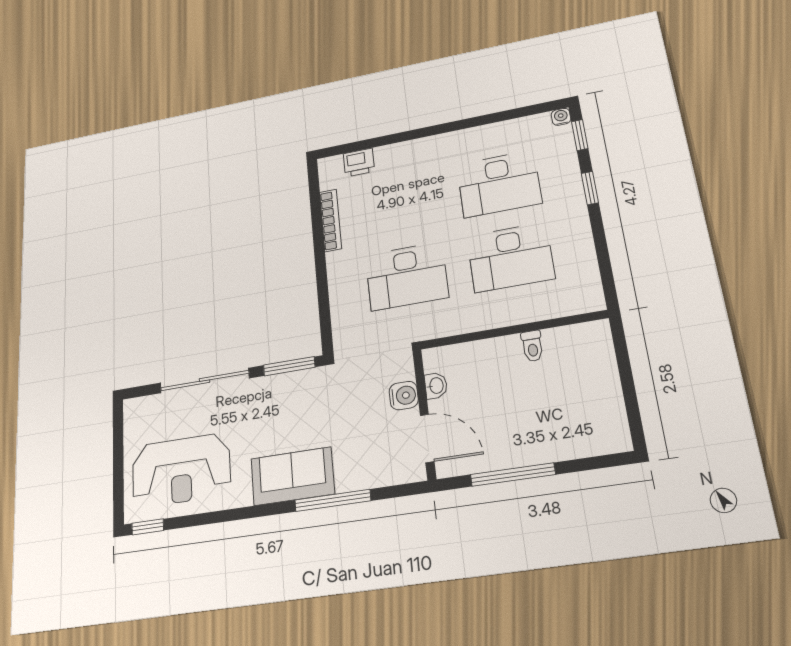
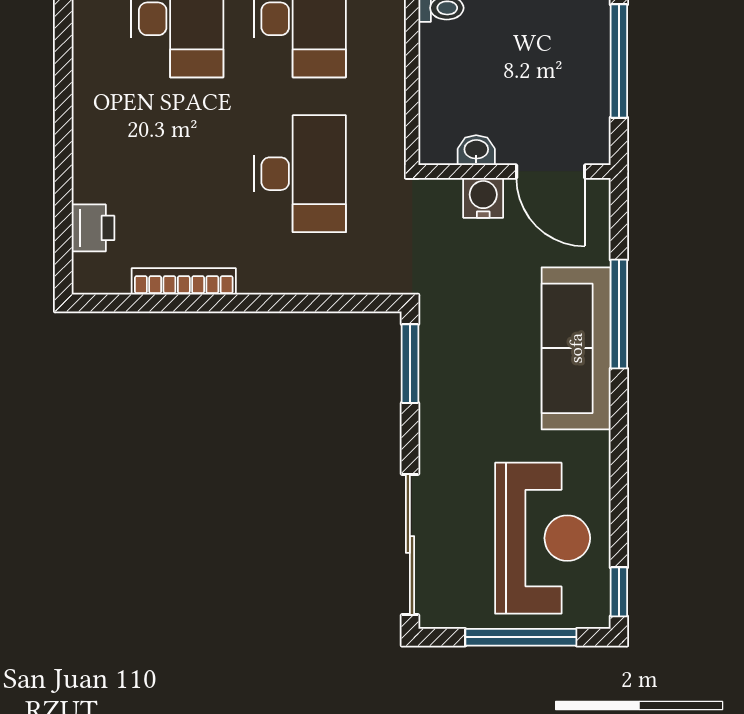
sliding door: (205, 381) -> (410, 544), moved
door: (427, 438) -> (551, 171), swing flipped
window: (118, 466) -> (521, 637), added
sofa: (292, 476) -> (576, 348), width x1.36

